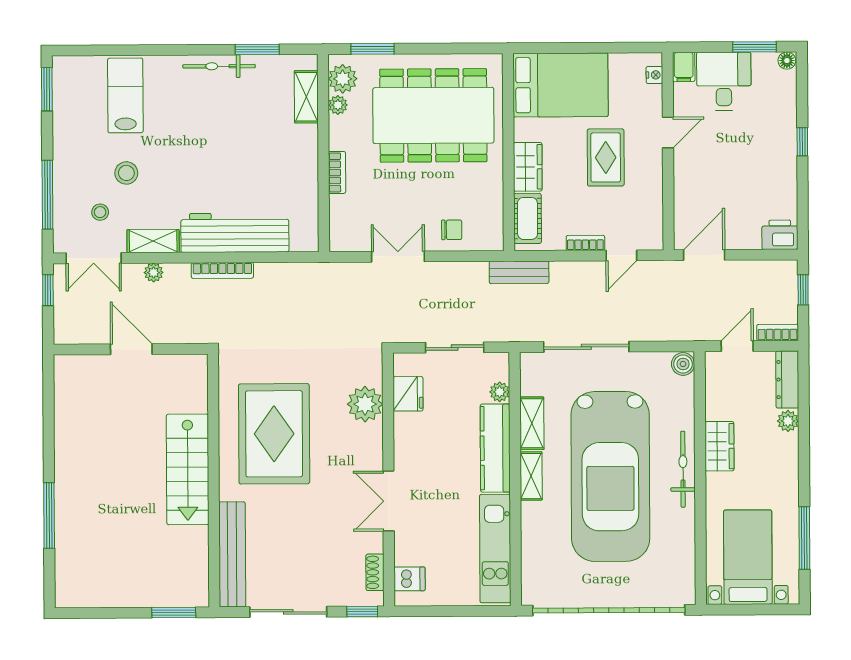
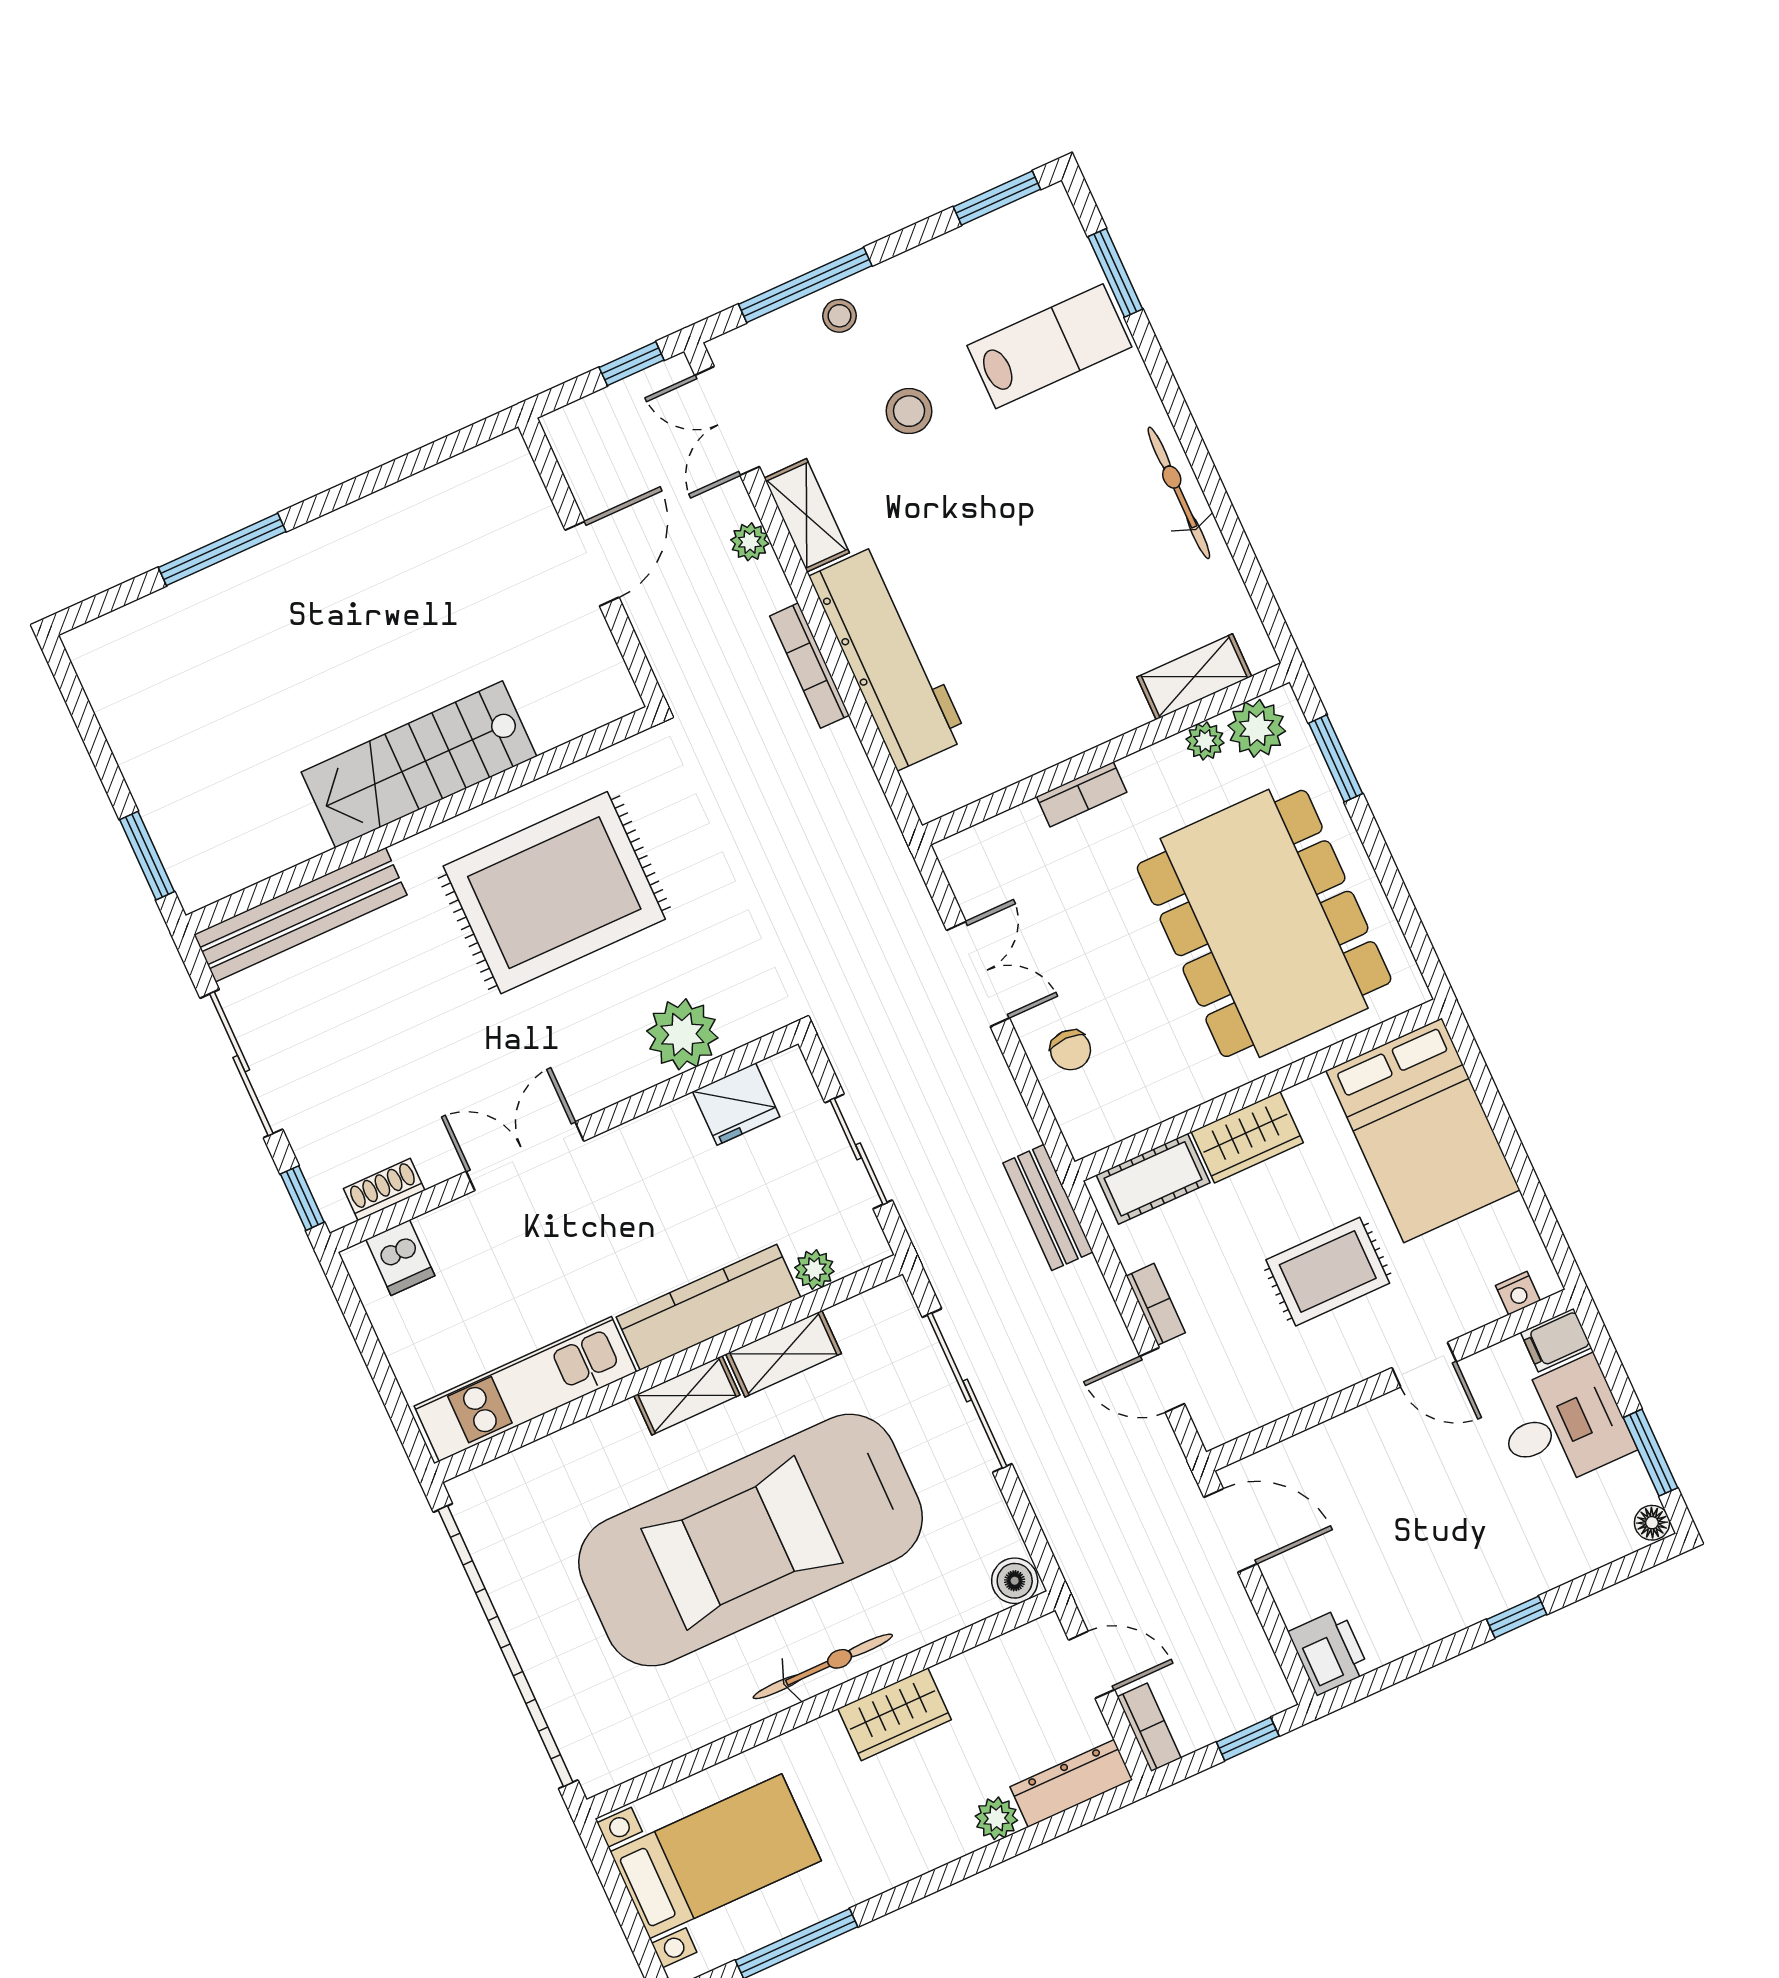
window: (257, 50) -> (1115, 273), moved
stool: (100, 212) -> (839, 316), moved

